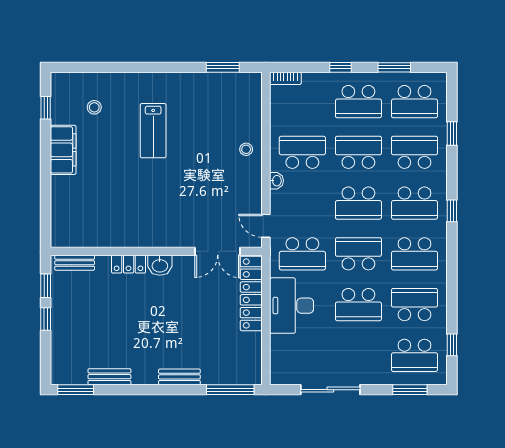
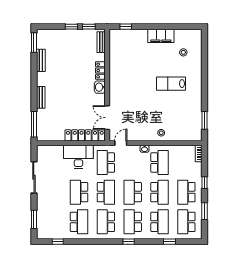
window: (46, 108) -> (126, 27), moved
school desk: (414, 355) -> (52, 222), removed

